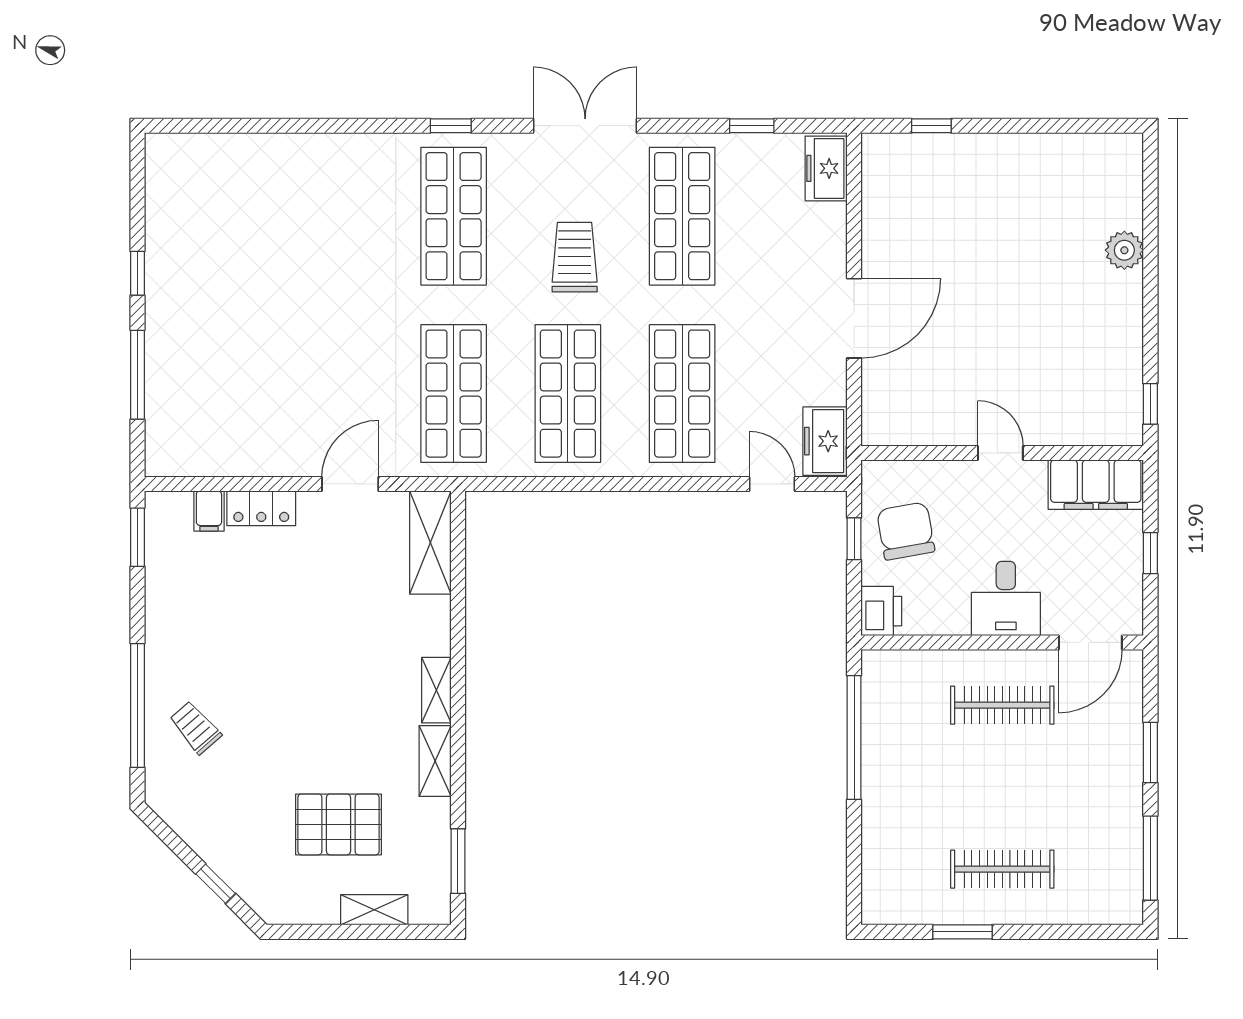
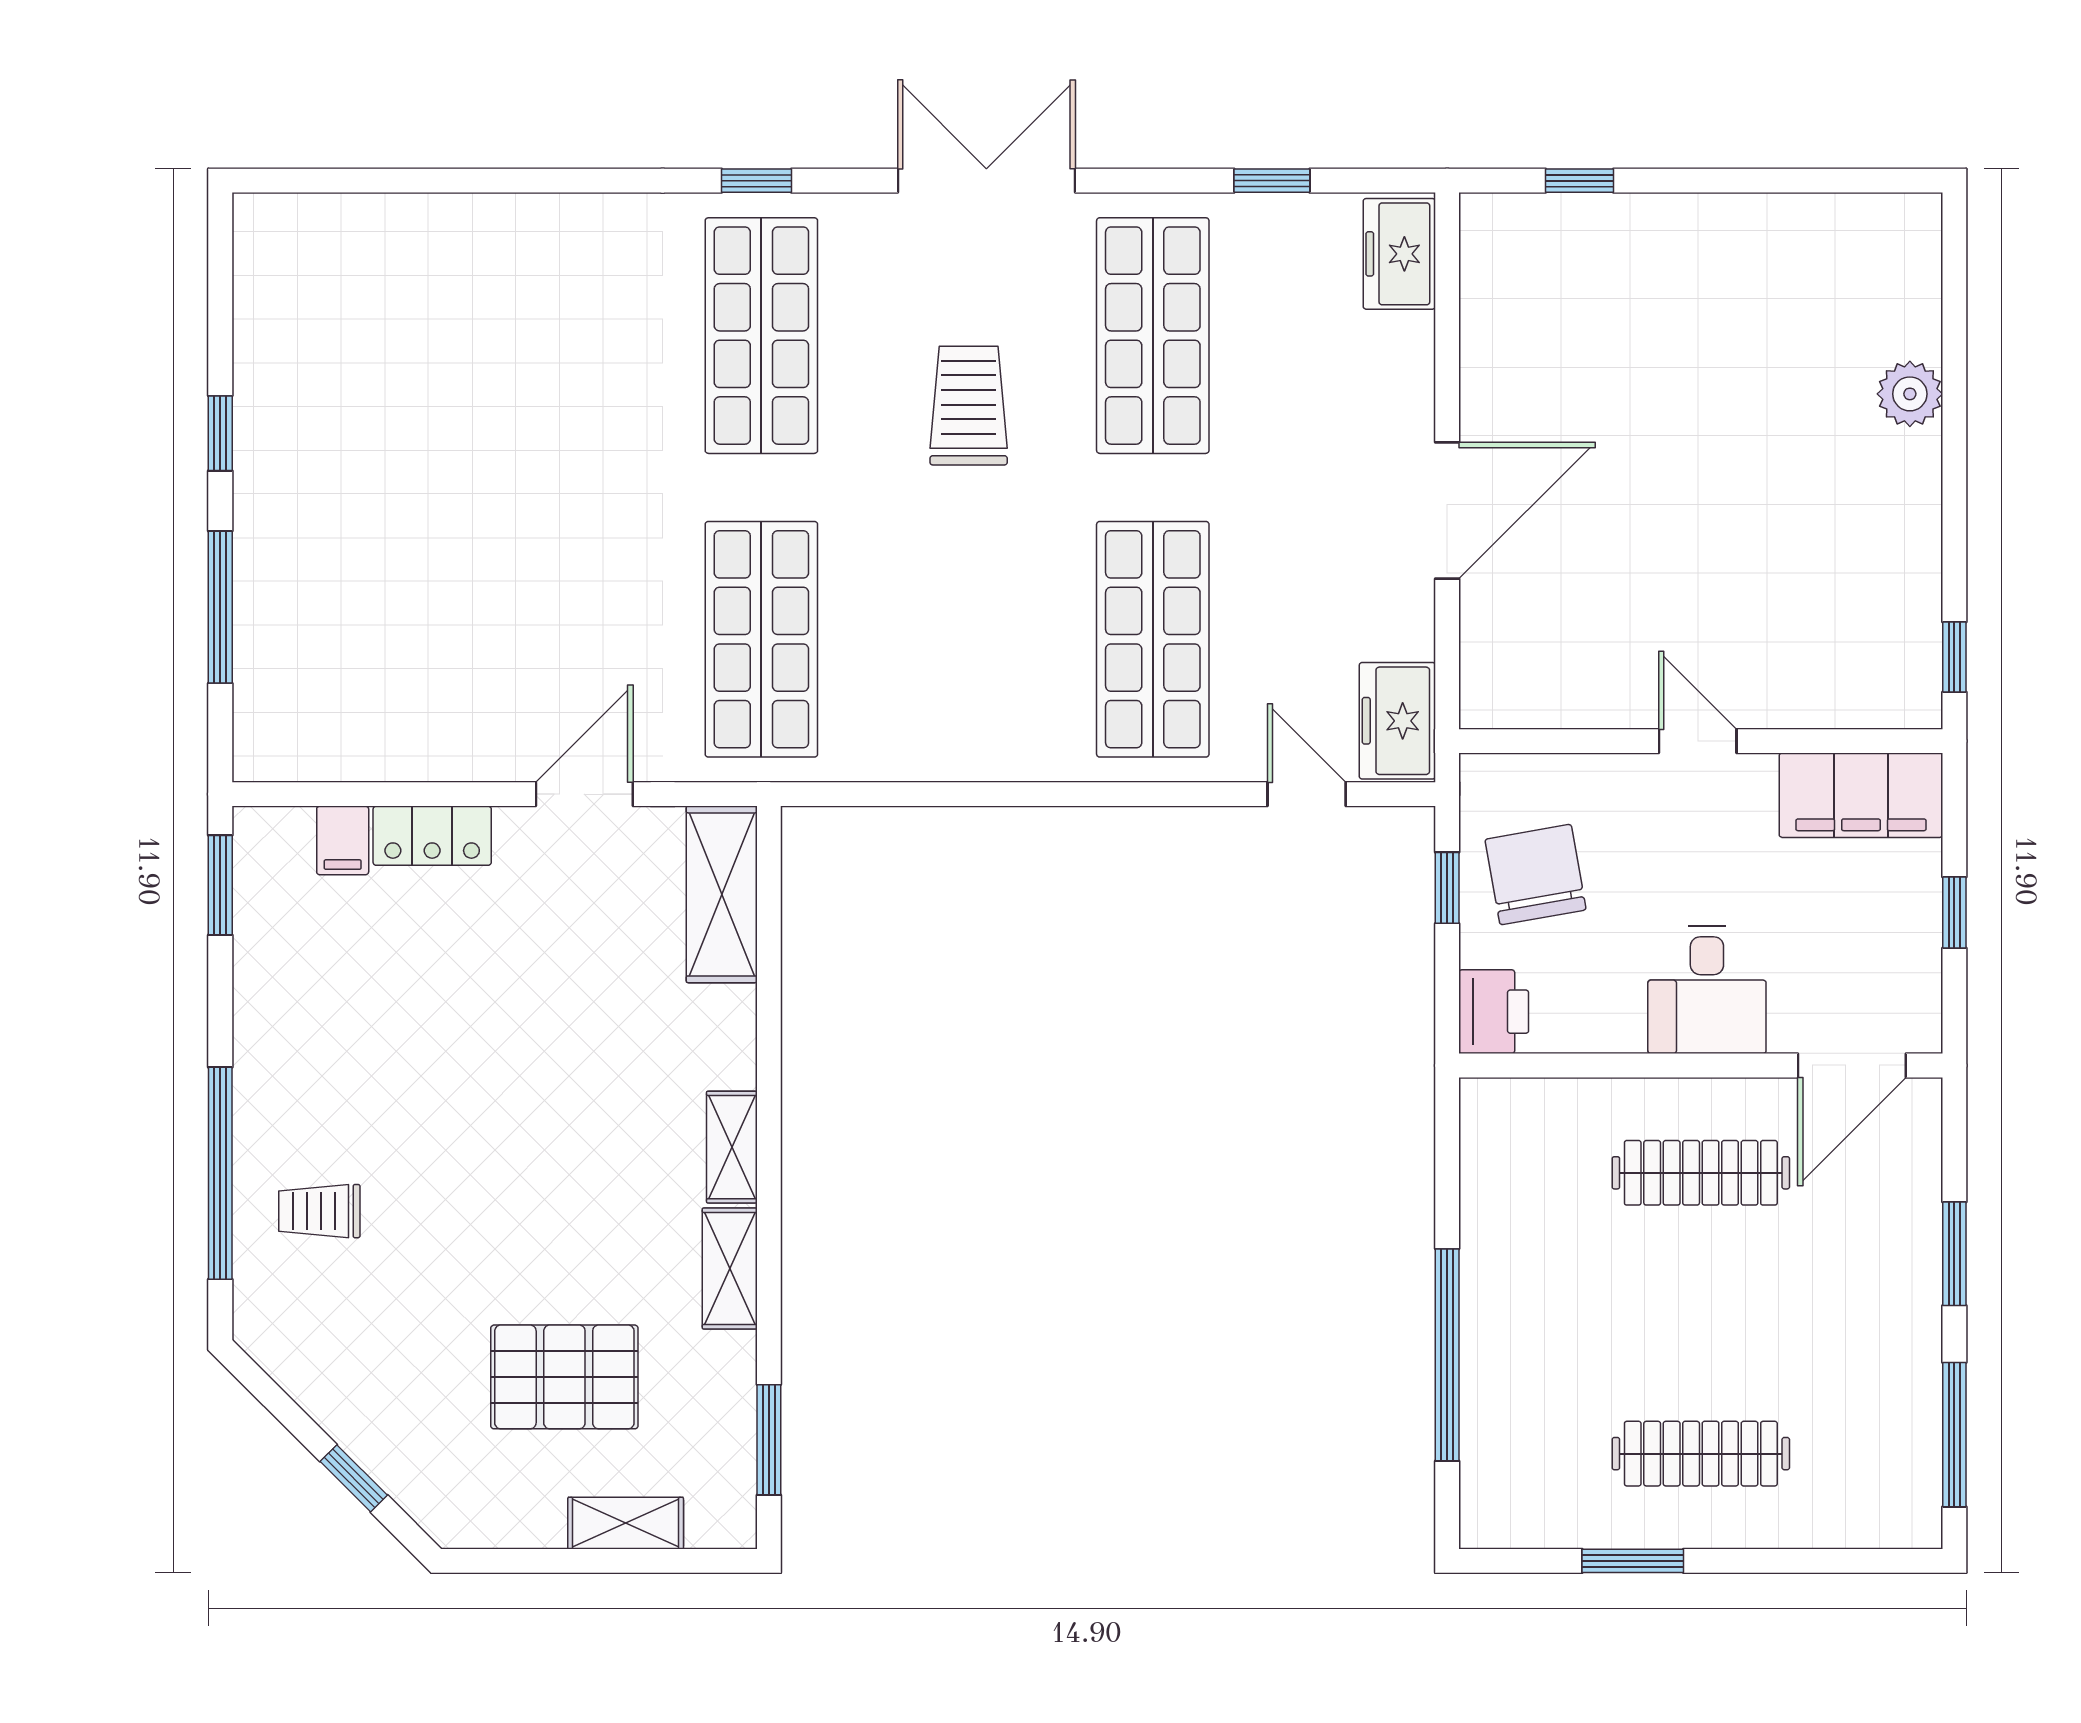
shop shelf: (568, 394) -> (957, 639), removed
trolley: (195, 728) -> (319, 1211), turned -49
window: (854, 737) -> (1447, 1355), moved

